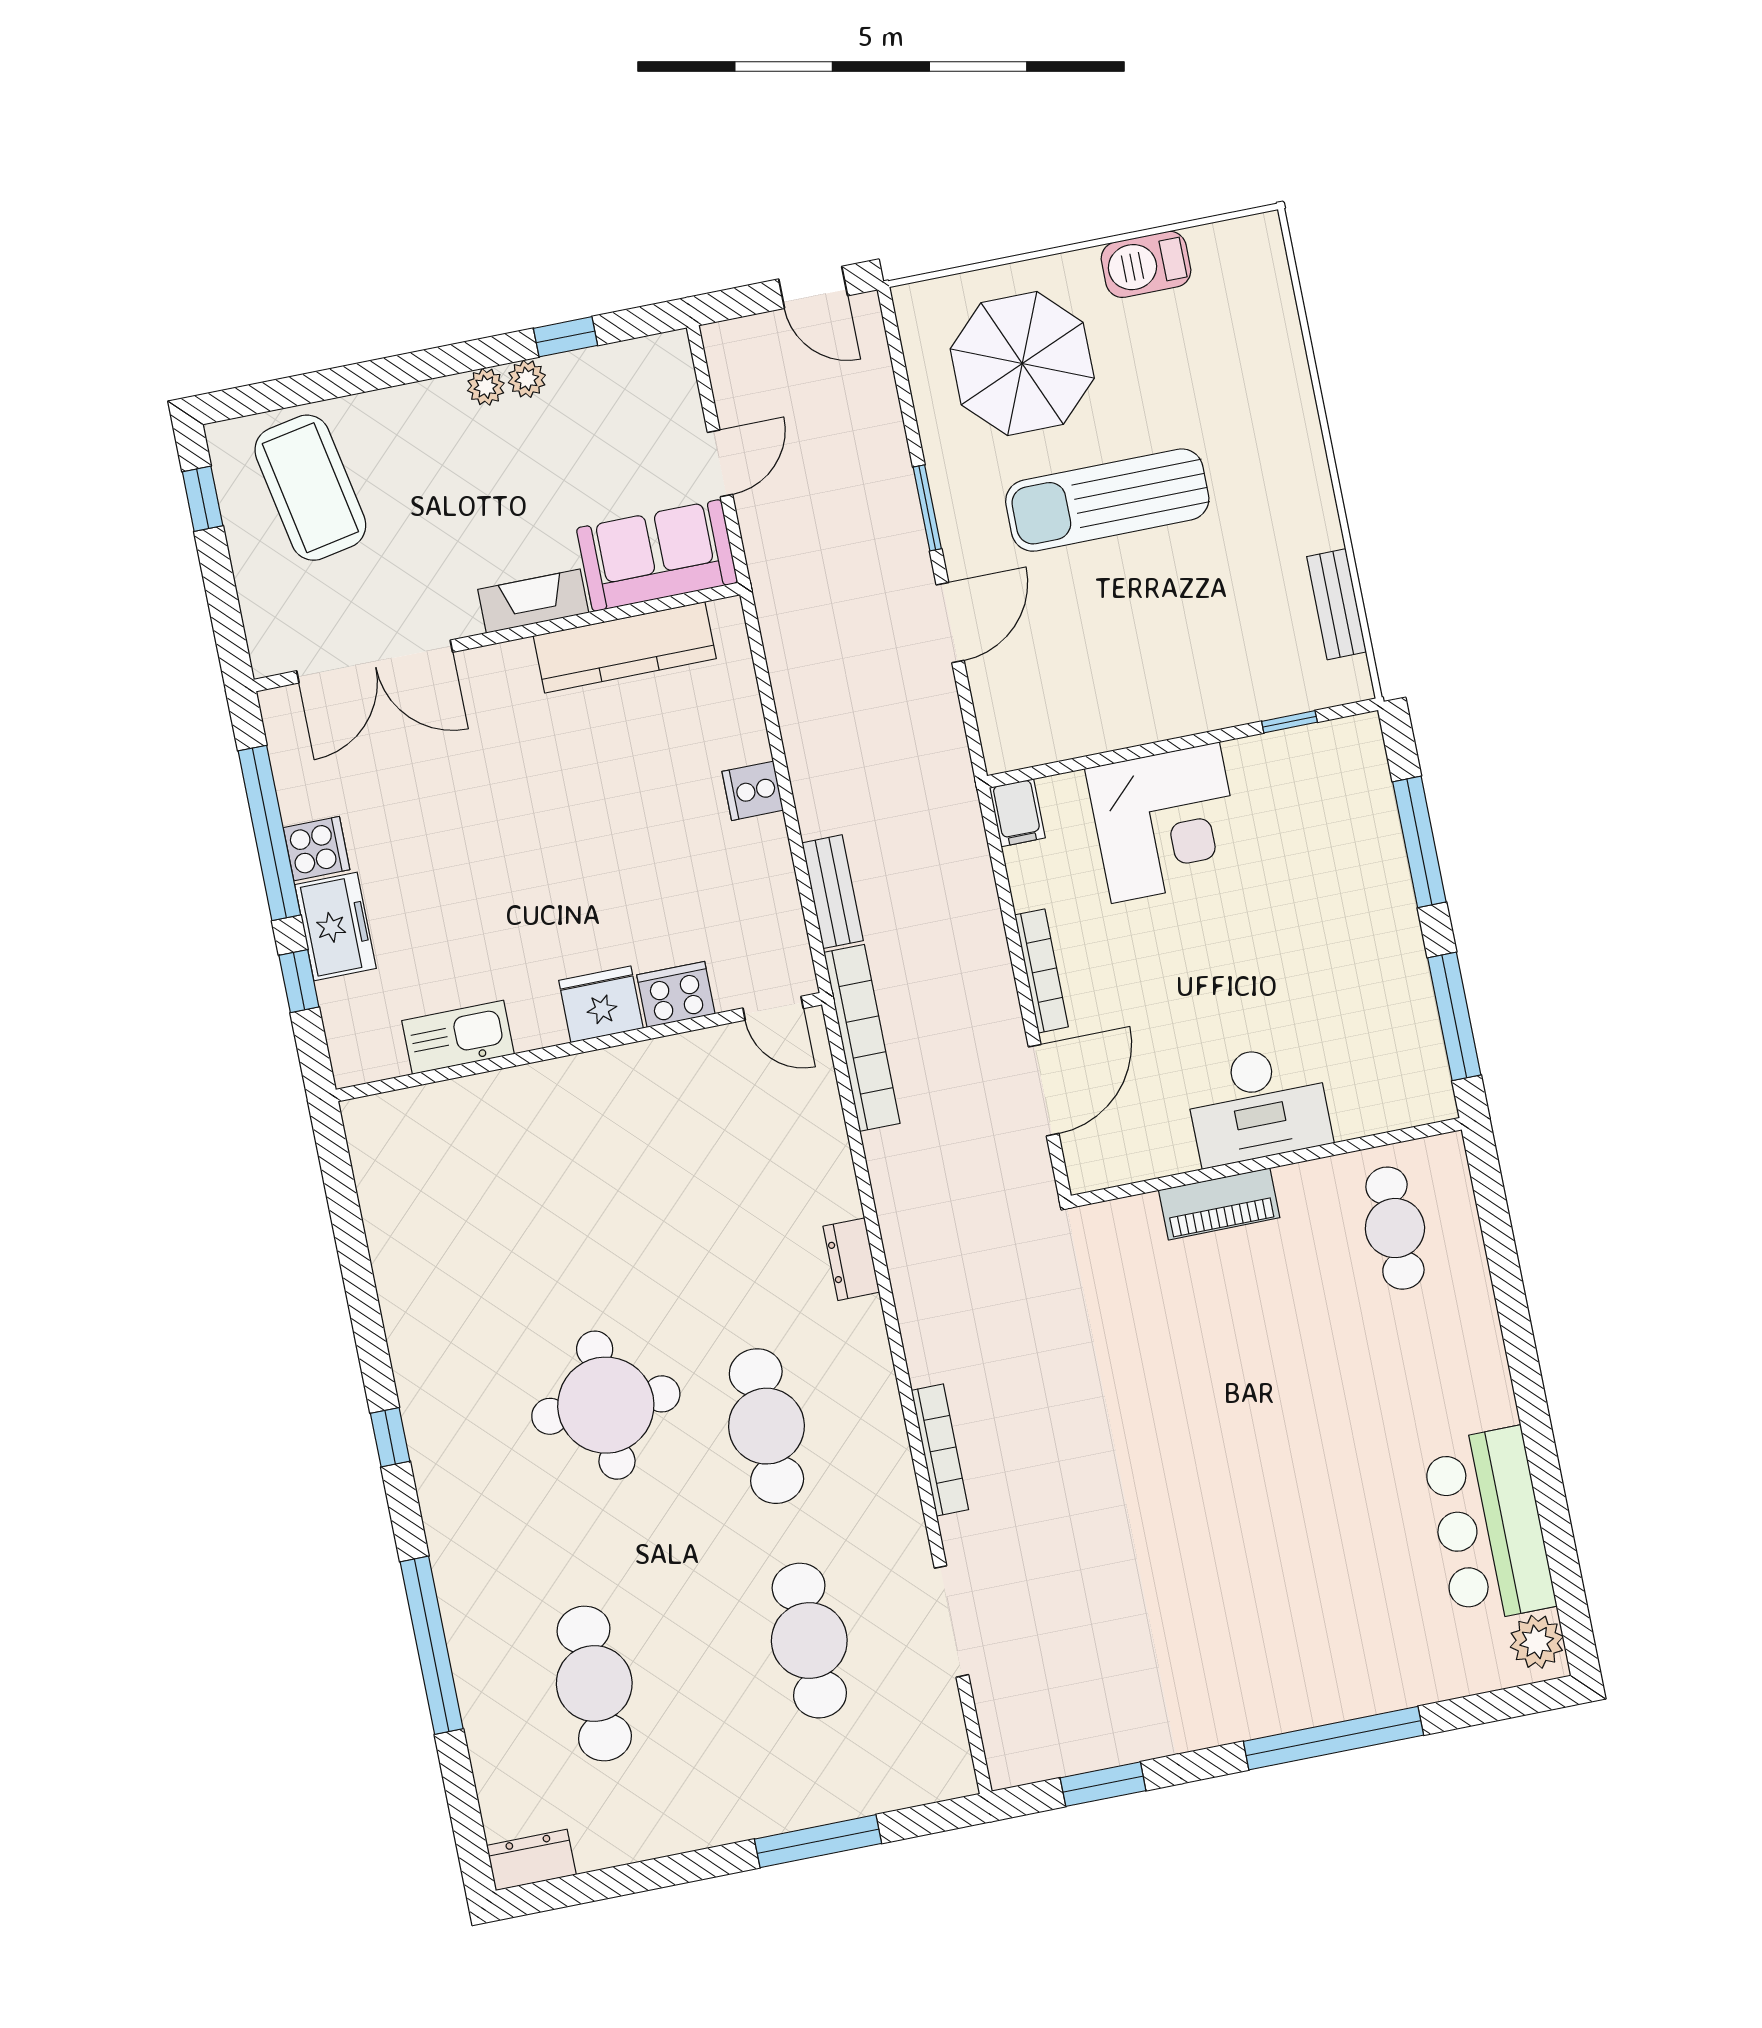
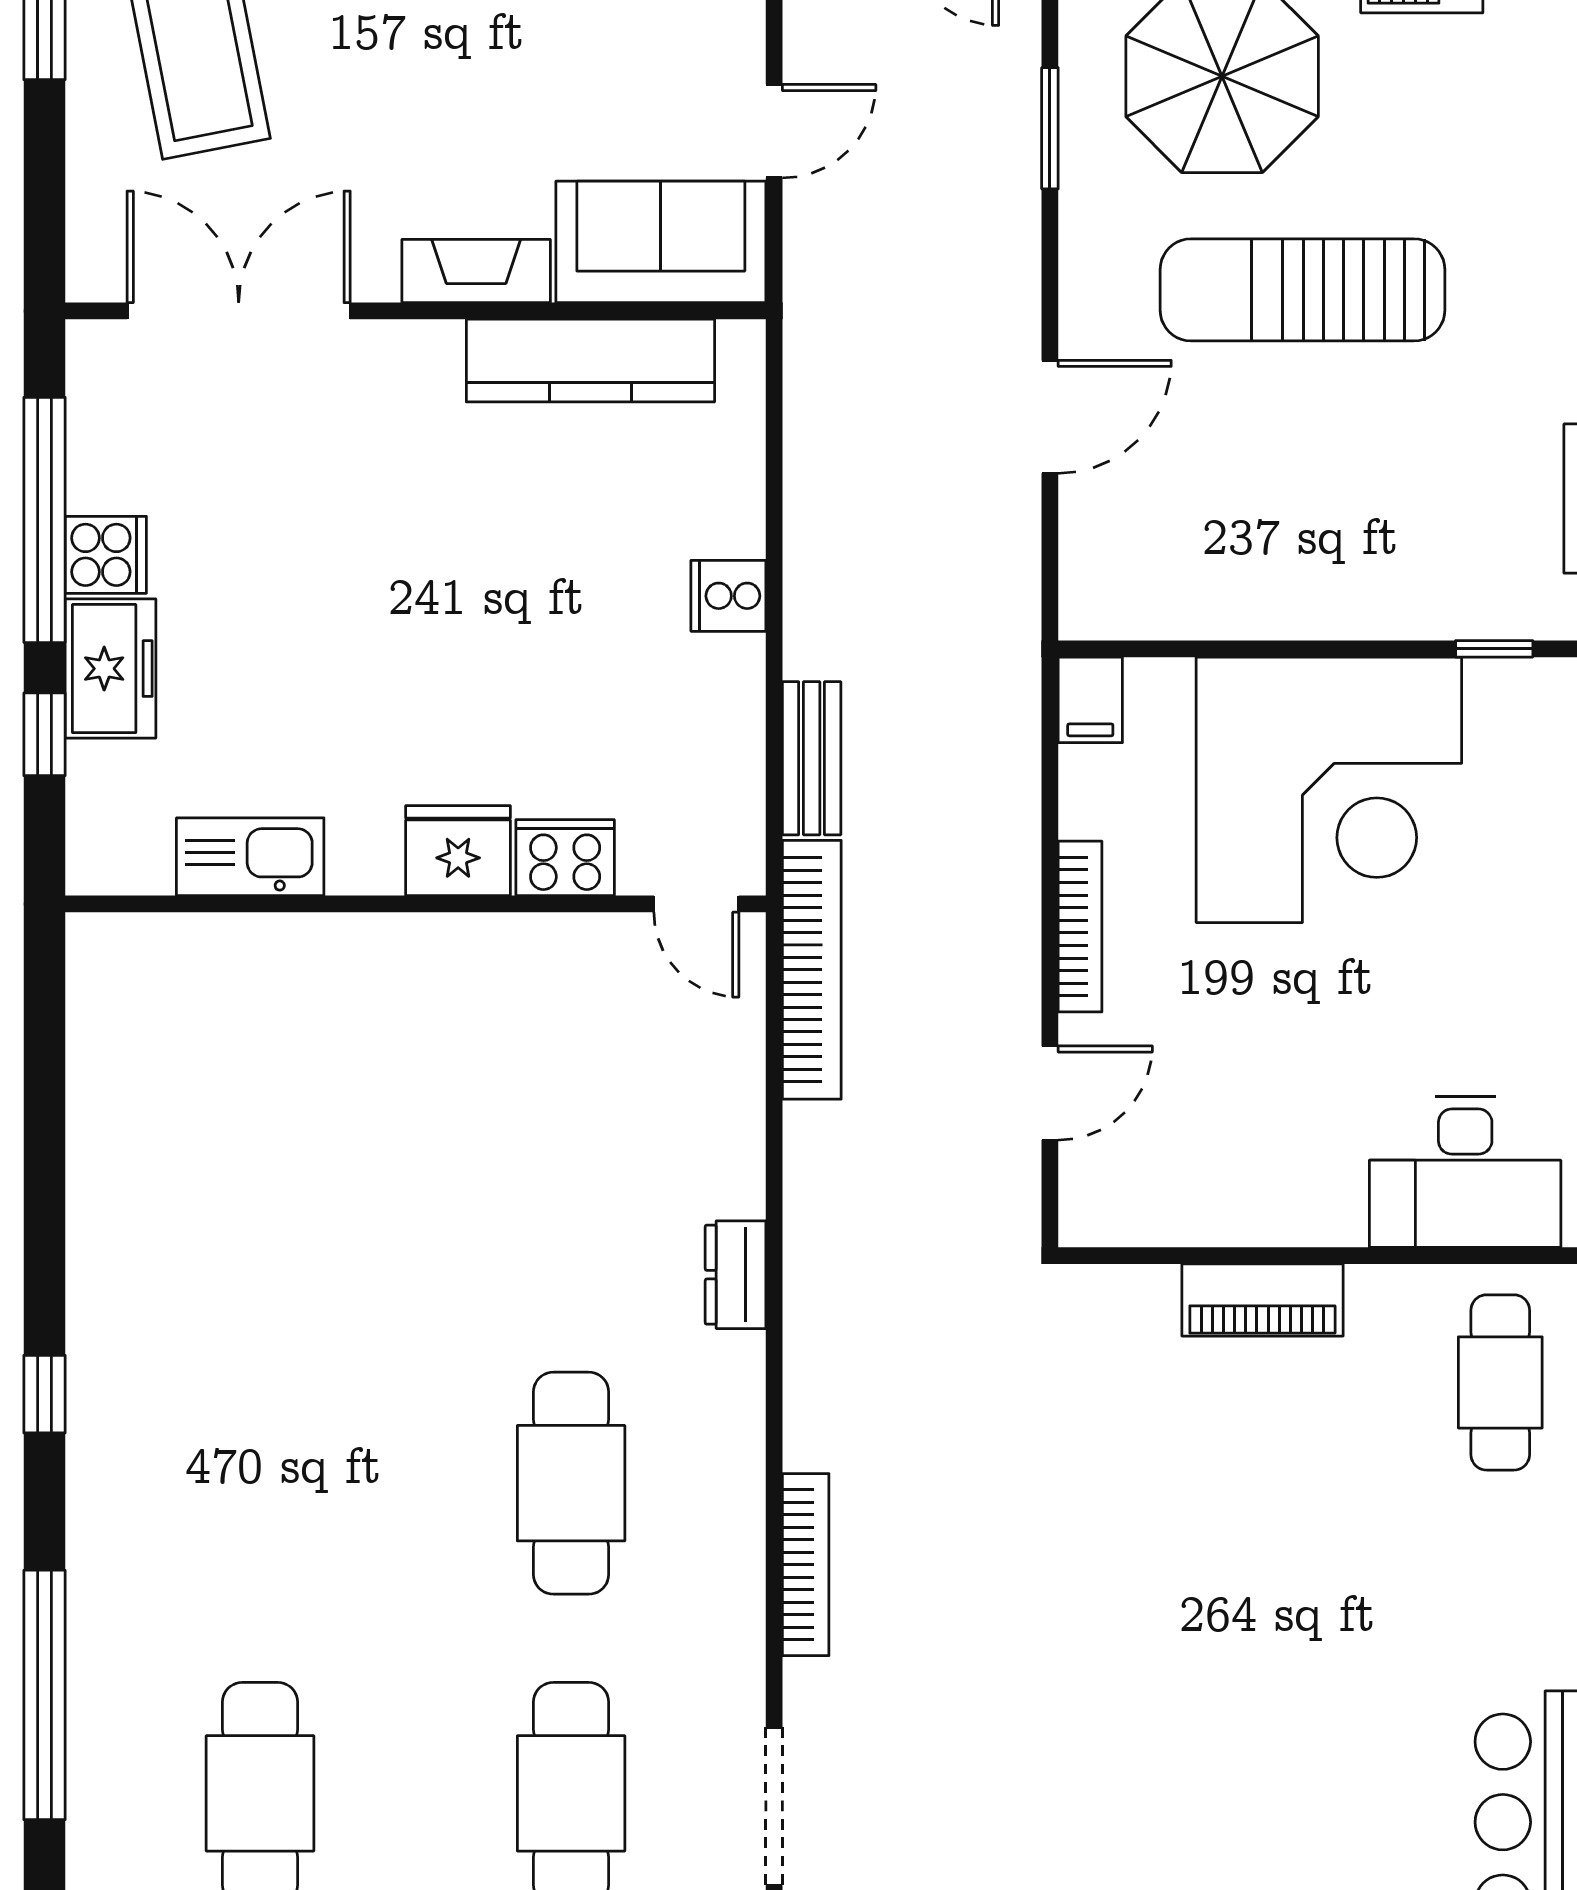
window: (927, 508) -> (1050, 128), moved
double door: (375, 662) -> (239, 311), swing flipped
corner desk: (1165, 823) -> (1329, 790), width x1.36, depth x1.36
door: (1044, 1090) -> (1050, 1093), width x0.73
desk: (1258, 1104) -> (1465, 1172), moved
round table: (606, 1405) -> (353, 1409), removed

